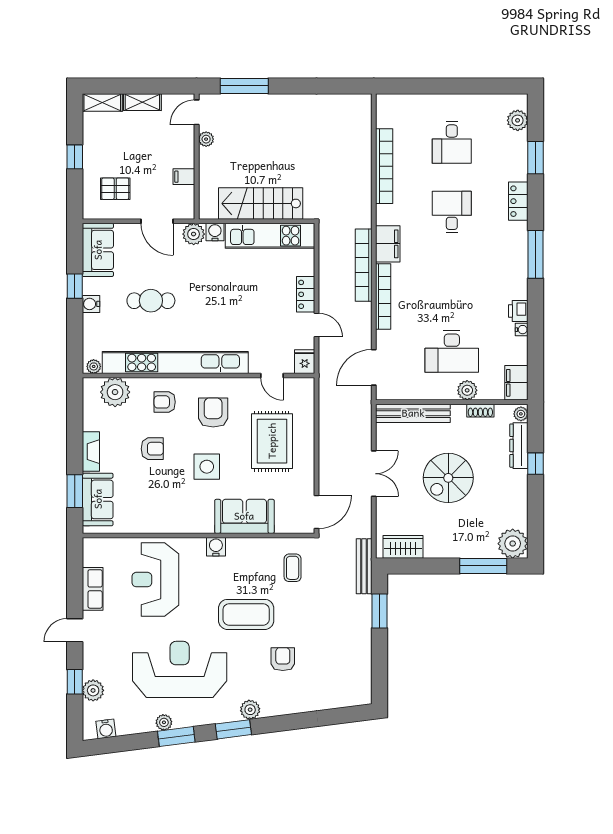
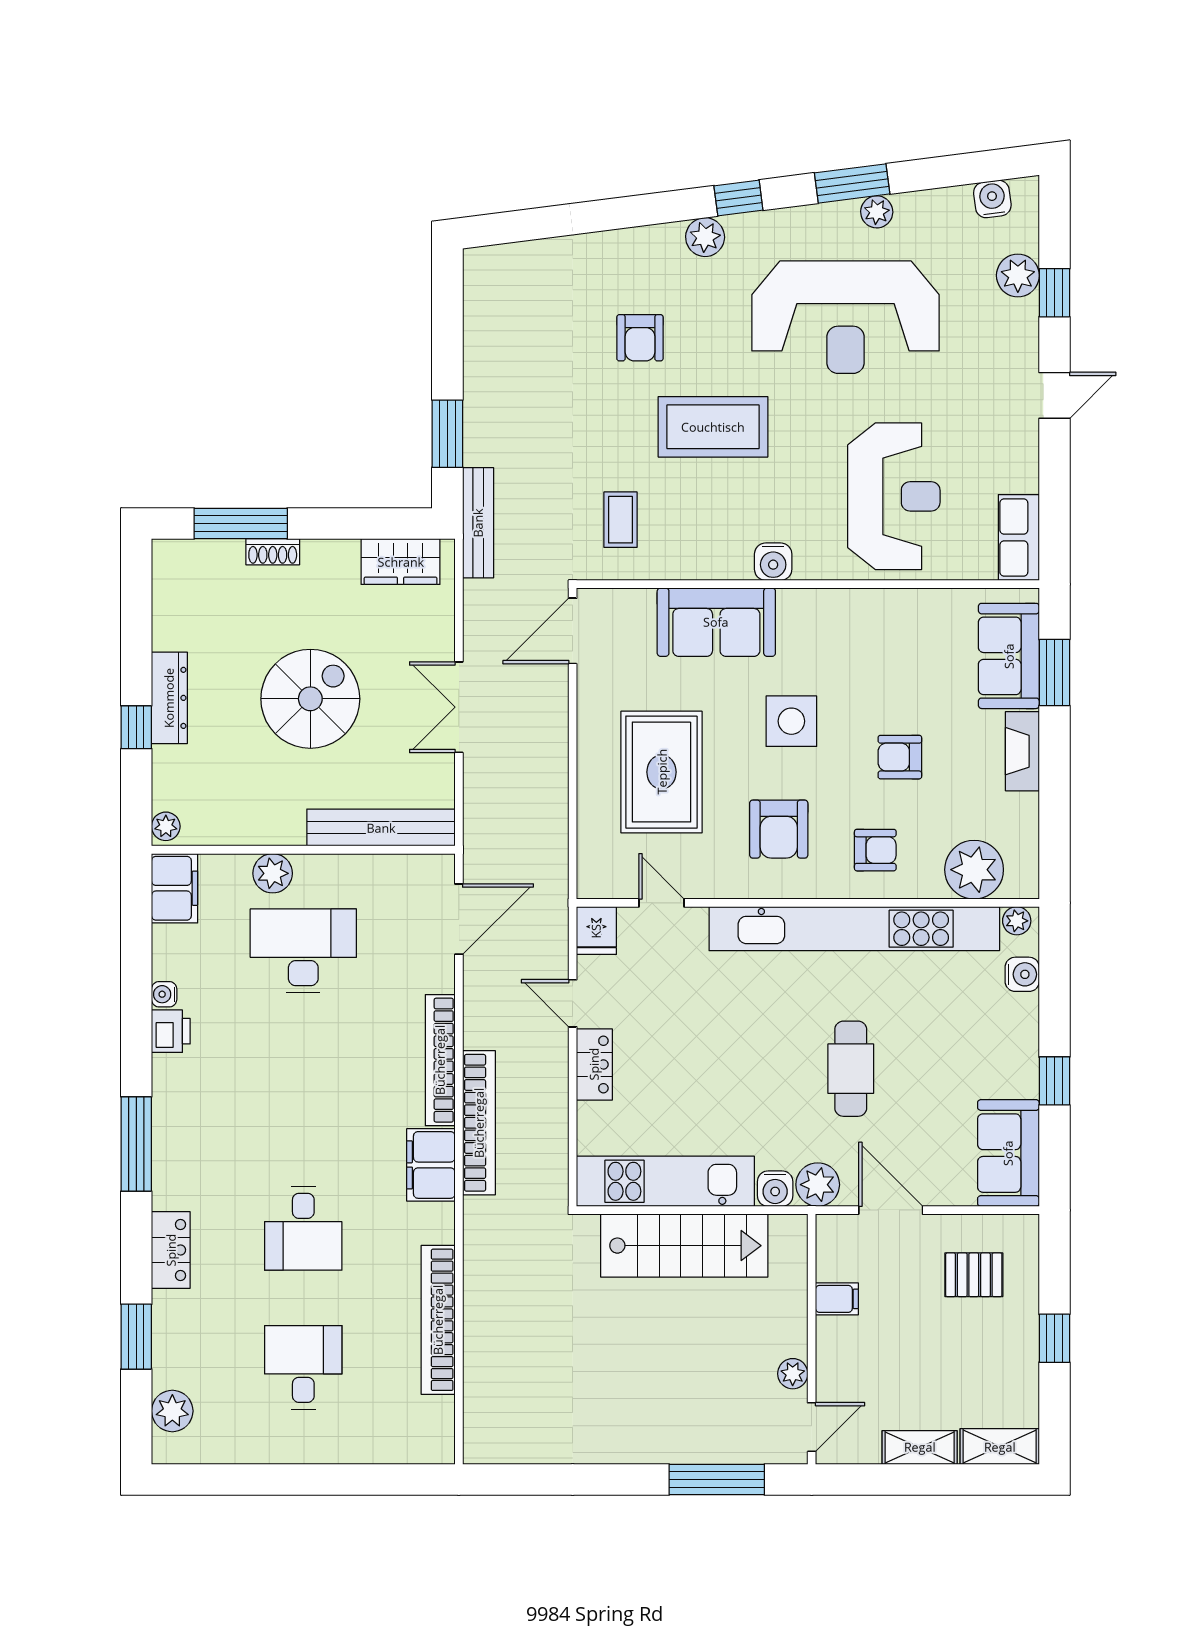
cafe table: (151, 301) -> (851, 1069), moved, turned 90
water cooler: (91, 304) -> (1022, 974), moved
shoe rack: (480, 411) -> (273, 552), moved, turned 180
dresser: (519, 446) -> (169, 698), moved
plant: (513, 544) -> (182, 568), removed
row of seats: (93, 589) -> (1019, 538), moved
window: (233, 729) -> (738, 198), width x0.67

